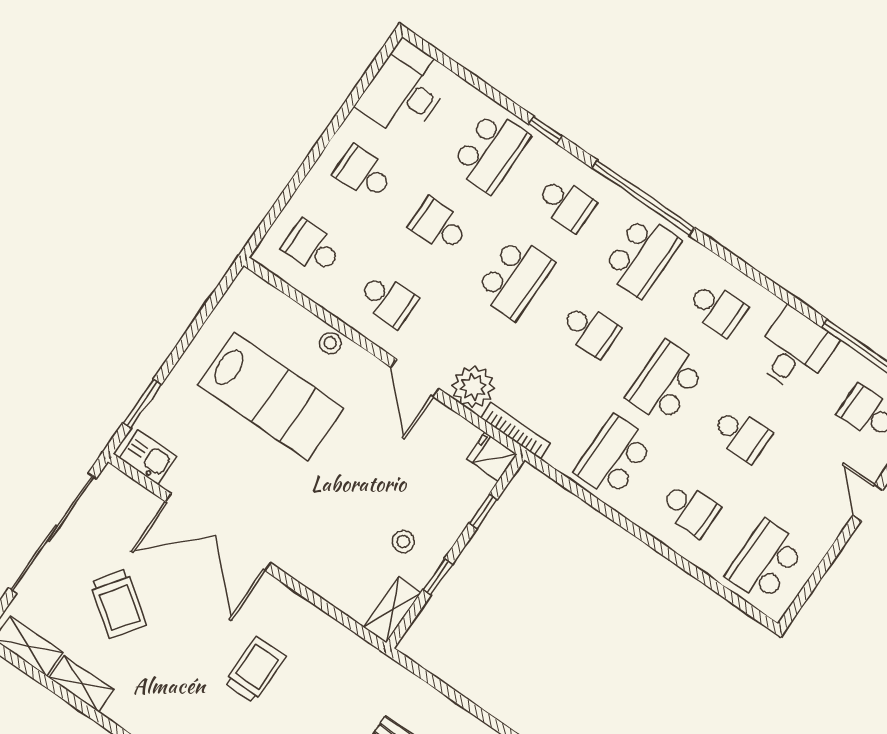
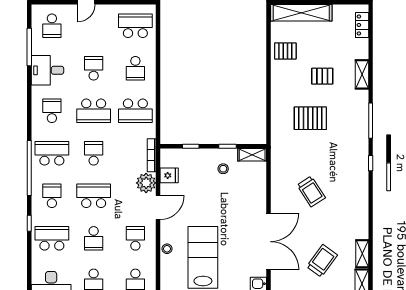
fridge: (492, 457) -> (169, 175), moved, turned -90
school desk: (690, 509) -> (135, 68), turned 180
school desk: (765, 561) -> (135, 26), turned 180
trolley: (255, 670) -> (311, 191), turned -123

